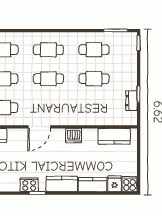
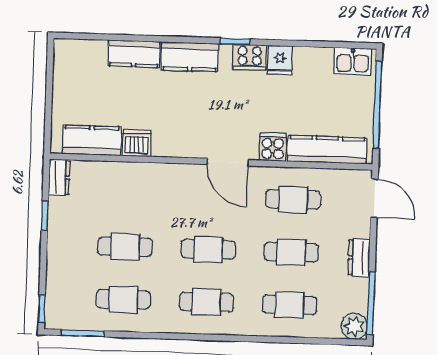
dresser: (131, 101) -> (59, 177), moved
door: (39, 127) -> (228, 162), swing flipped
dishwasher: (74, 136) -> (137, 143), moved
fridge: (115, 184) -> (280, 60), moved
cooker: (129, 184) -> (273, 147), moved, turned 180

